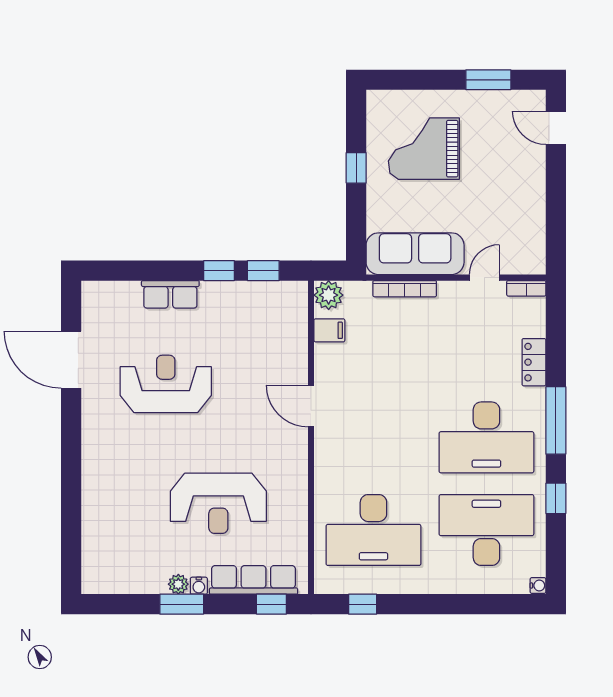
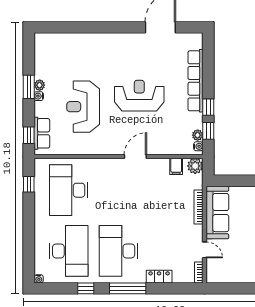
water cooler: (292, 289) -> (198, 146), added
plant: (271, 291) -> (198, 135), added
row of seats: (170, 294) -> (196, 81), width x2.02
reception desk: (166, 384) -> (139, 96), moved, turned -90
row of seats: (254, 580) -> (42, 133), width x0.68

